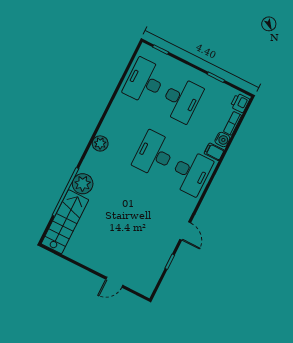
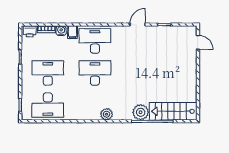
desk: (154, 154) -> (95, 73), turned 180
door: (114, 282) -> (198, 42), moved

